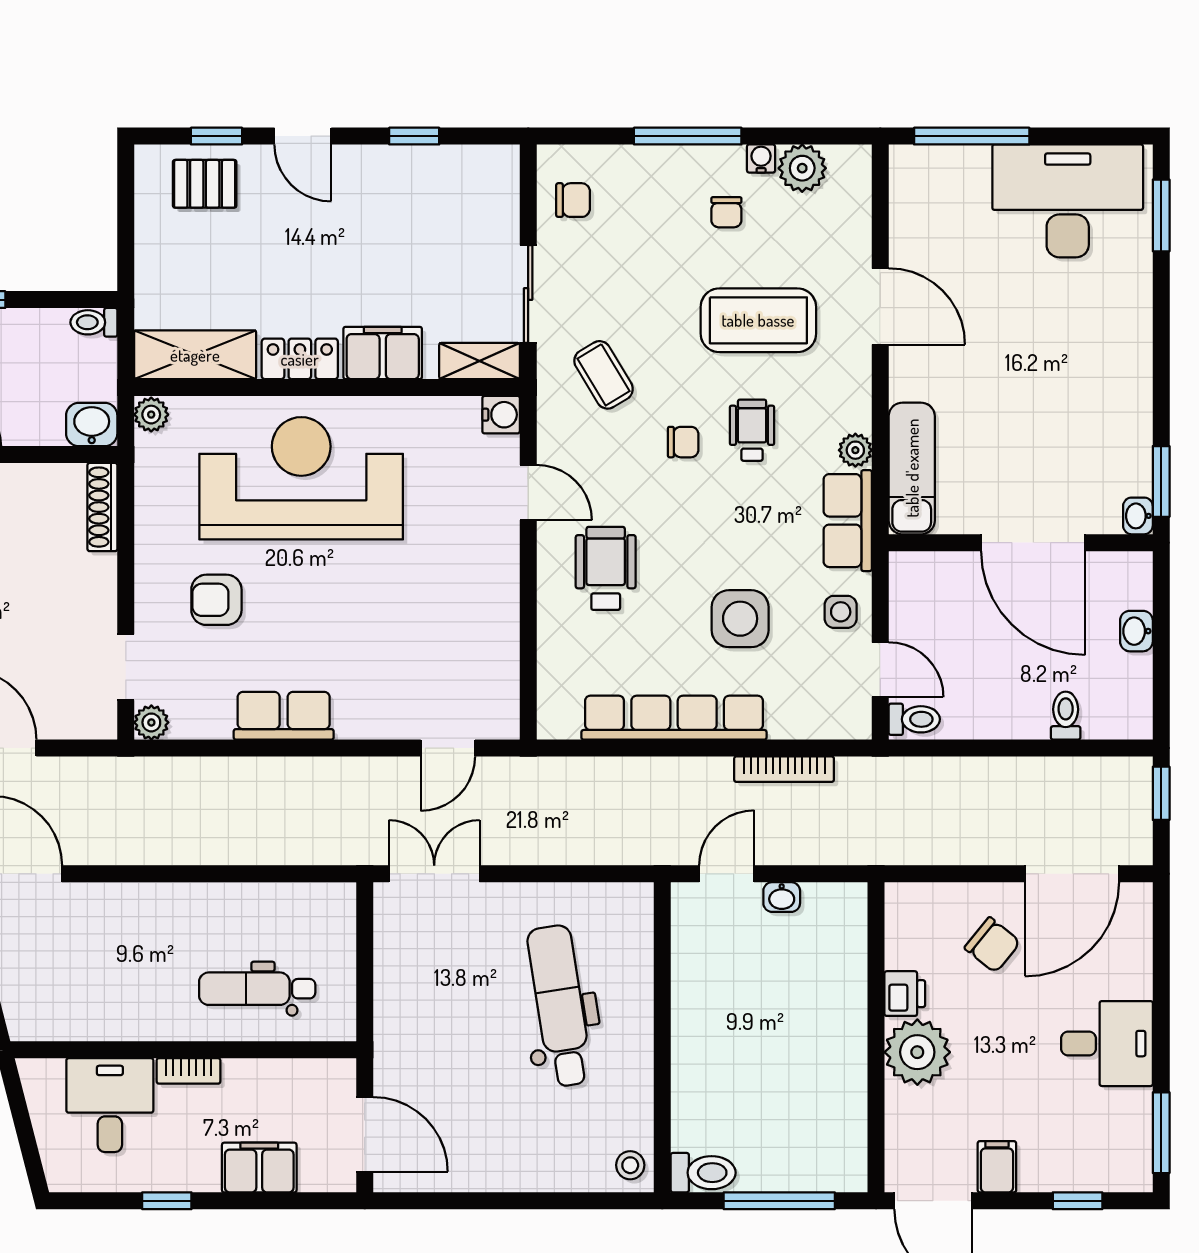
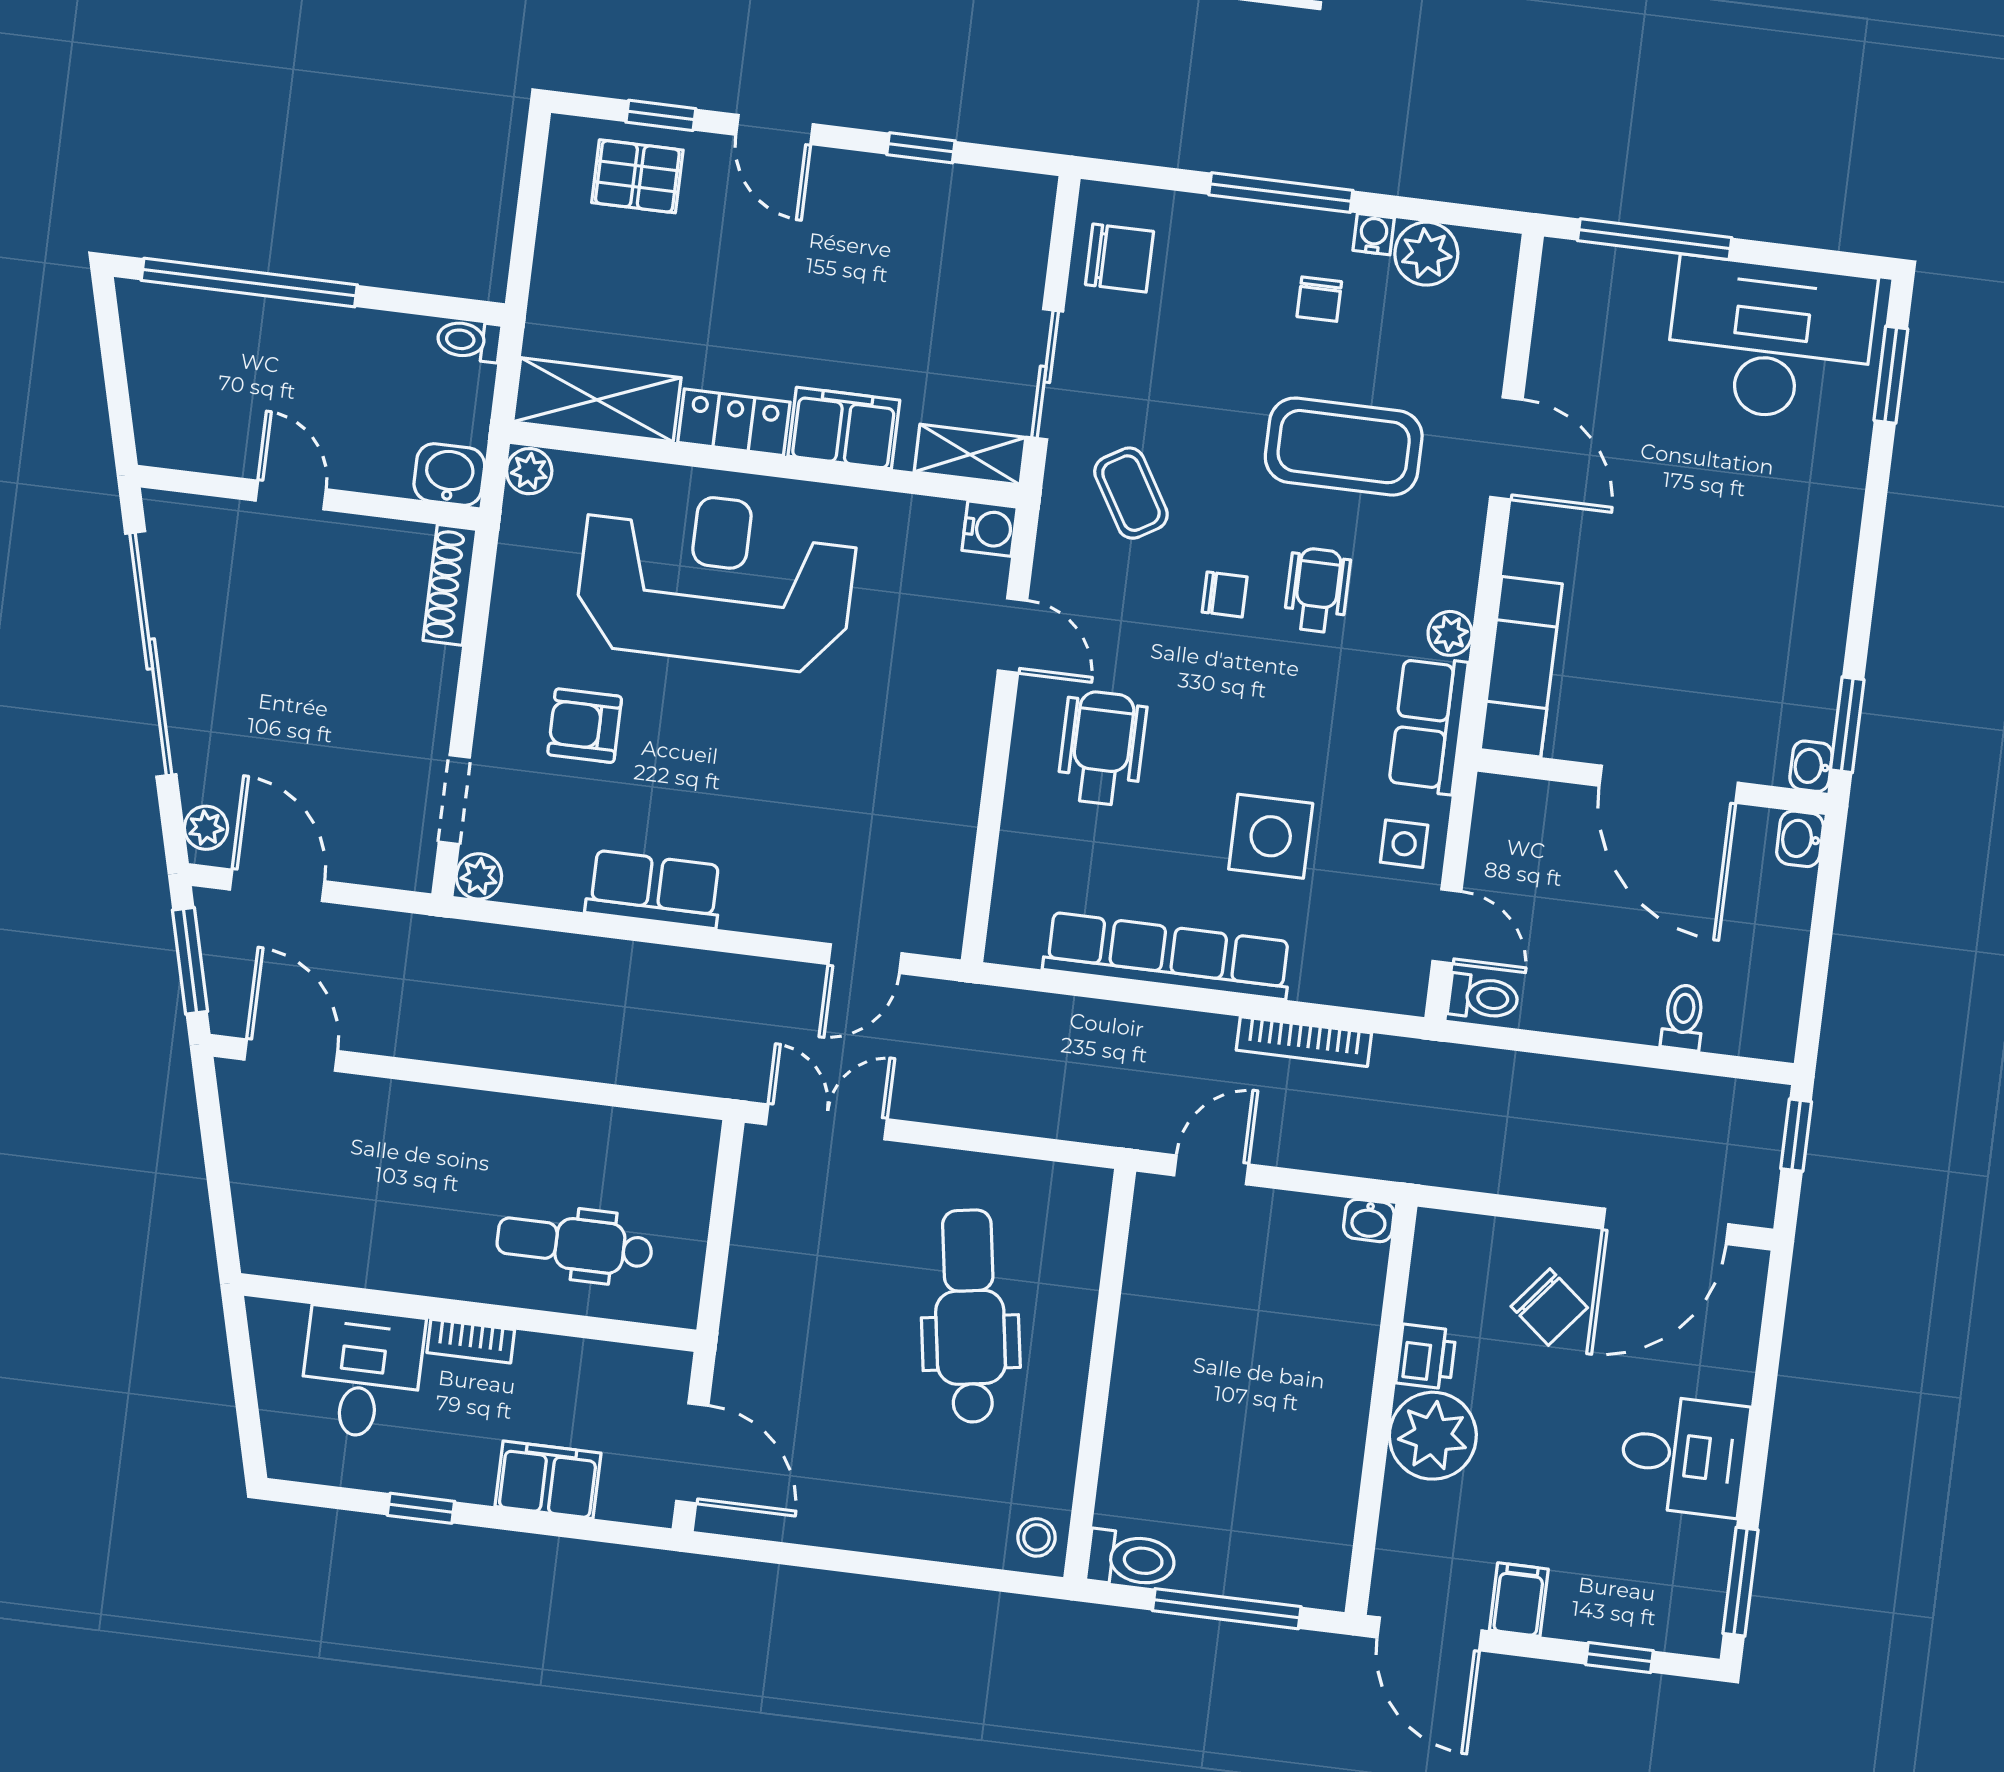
chair: (573, 200) -> (1119, 258), width x1.37, depth x1.37
washbasin: (1136, 631) -> (1800, 839), moved
washbasin: (782, 897) -> (1369, 1220), moved

